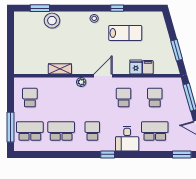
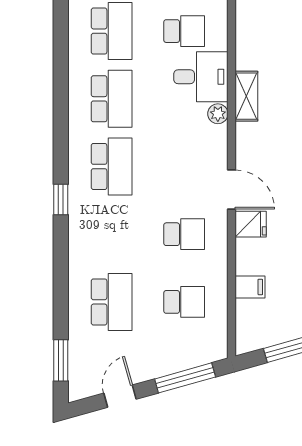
fridge: (136, 67) -> (251, 224), moved
plant: (81, 82) -> (218, 114), moved
school desk: (92, 131) -> (112, 166), width x1.85
desk: (127, 139) -> (201, 77), moved, turned 180

